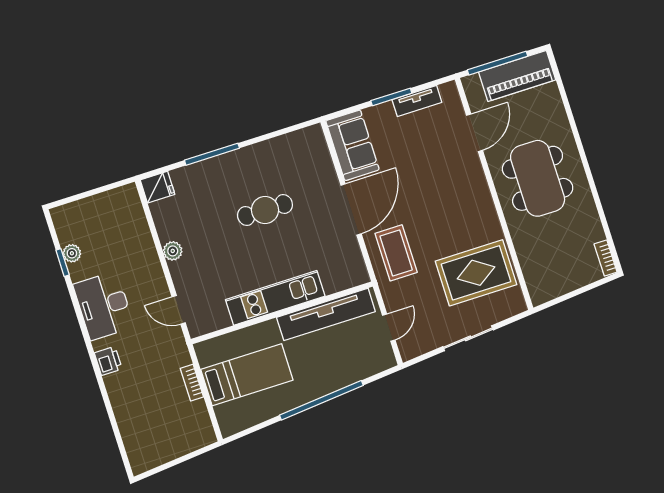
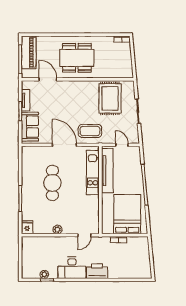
sofa: (352, 145) -> (30, 127), moved, turned 90
cafe table: (265, 210) -> (52, 183), width x1.37, depth x1.35
kitchen unit: (275, 298) -> (93, 173), moved
printer: (108, 361) -> (97, 271), width x1.87, depth x1.48
bed: (247, 375) -> (127, 214), width x1.50

